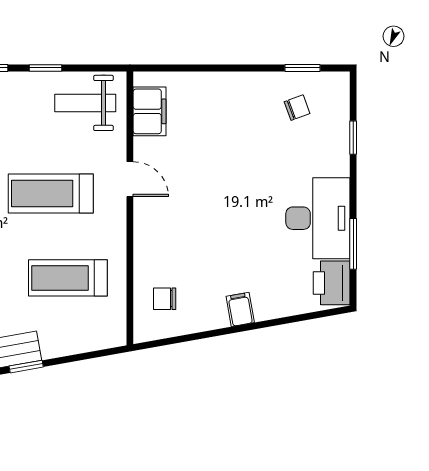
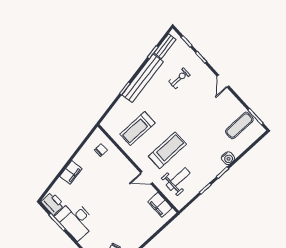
weight bench: (85, 103) -> (178, 179), moved
treadmill: (68, 278) -> (137, 129), turned 180
filing cabinet: (240, 309) -> (71, 172), width x2.00

